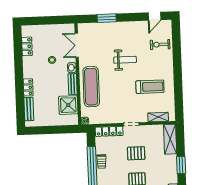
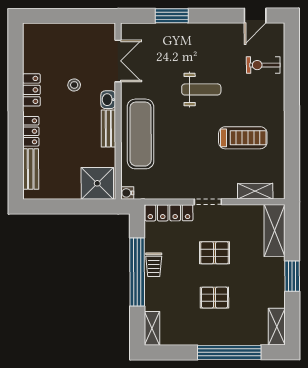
double door: (77, 45) -> (118, 61), swing flipped
locker: (27, 46) -> (31, 90), moved
shower: (68, 105) -> (97, 183), moved

